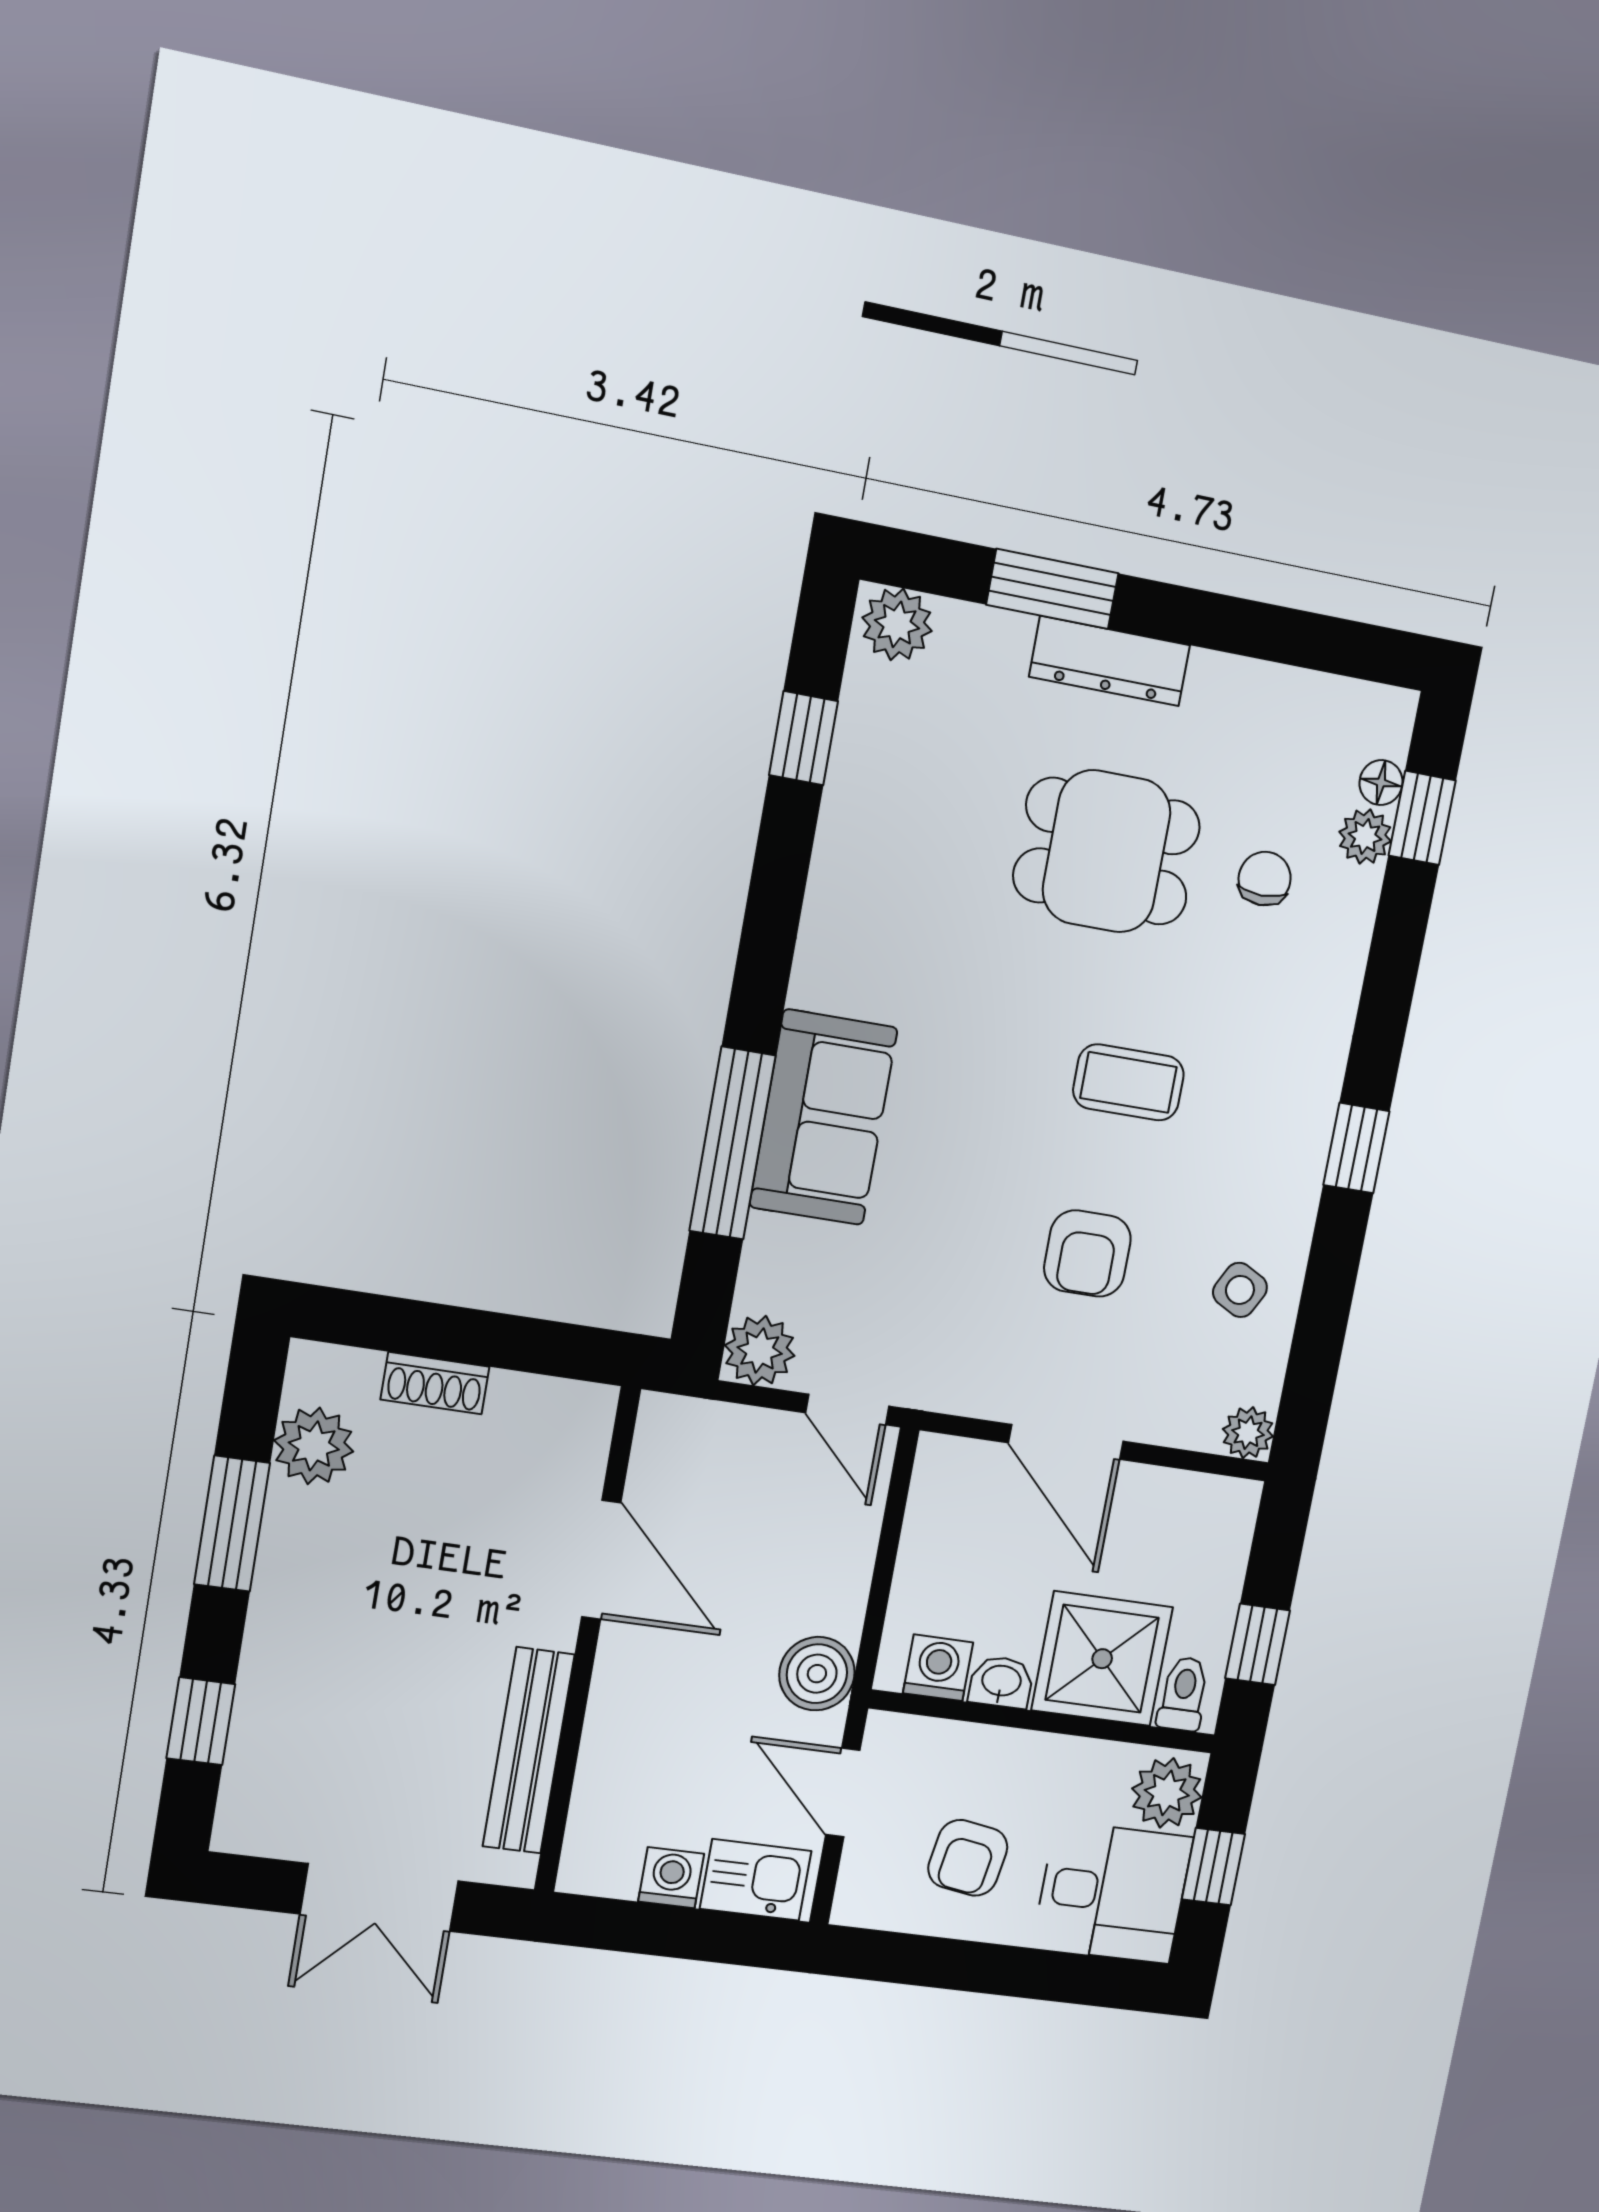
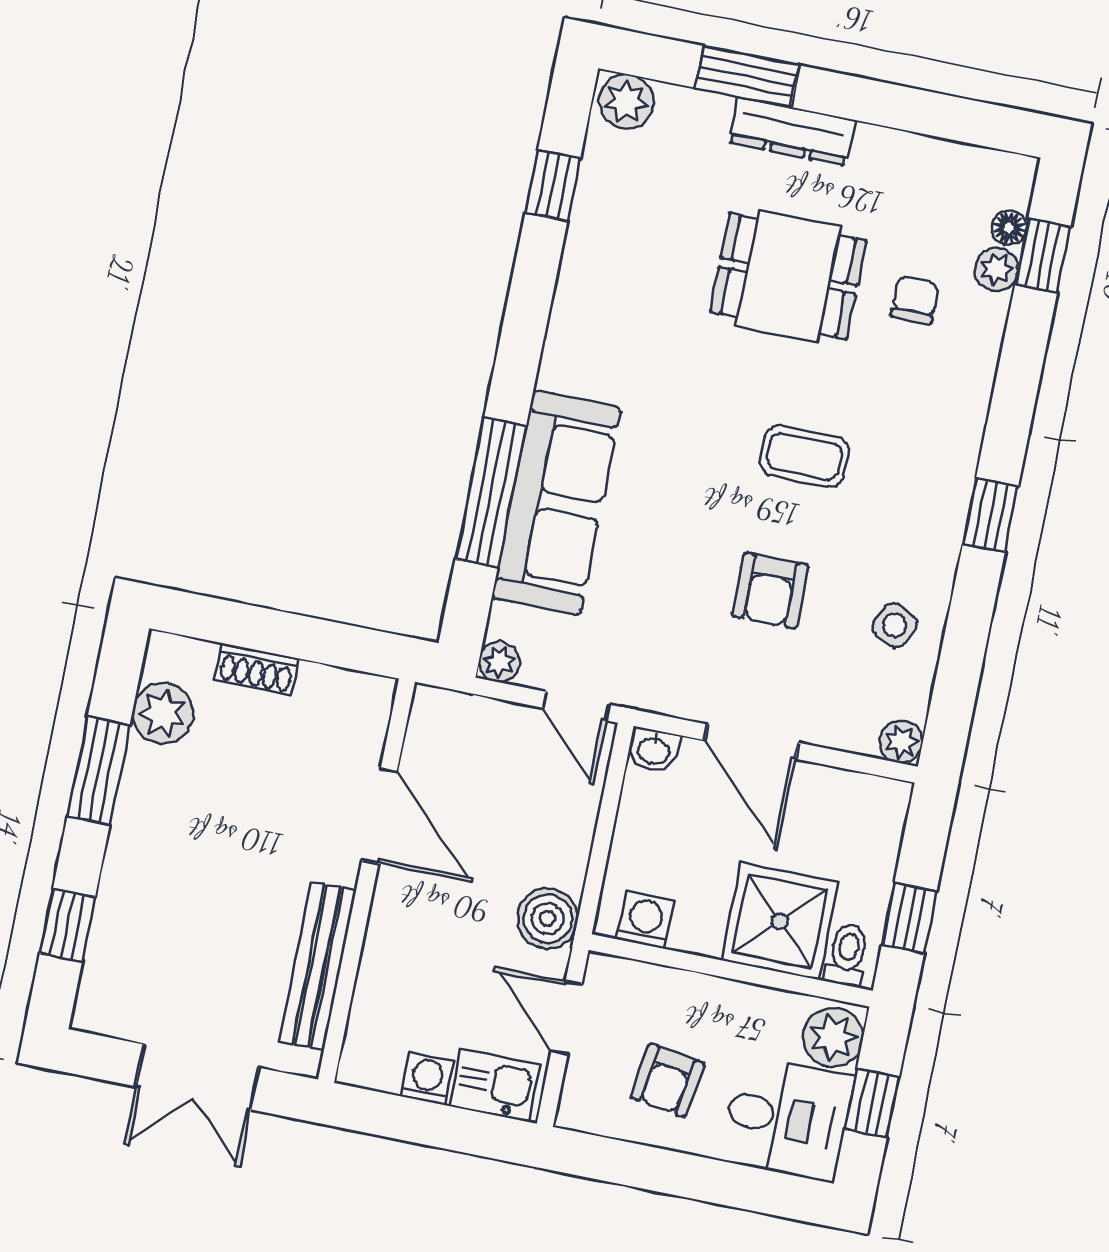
sofa: (823, 1117) -> (556, 503), width x1.36
plant: (760, 1351) -> (499, 662), width x0.73, depth x0.73
washbasin: (1001, 1682) -> (654, 750), moved, turned 180

